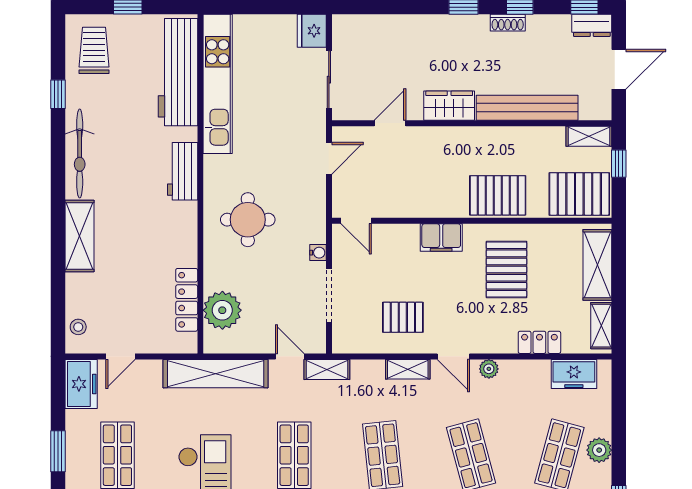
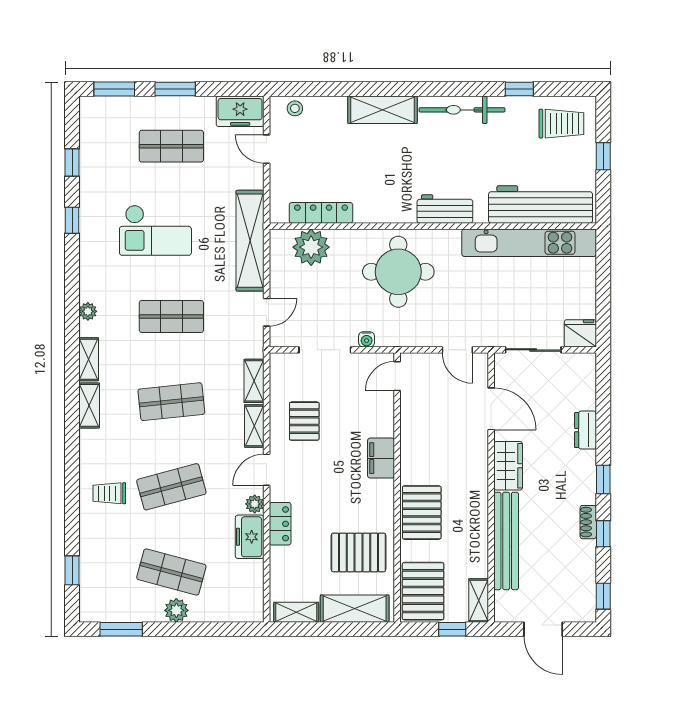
dresser: (592, 25) -> (586, 430), moved
door: (390, 123) -> (491, 409), width x1.38
round table: (248, 220) -> (398, 272), width x1.36, depth x1.36
pallet: (506, 270) -> (359, 552), moved
locker: (539, 342) -> (280, 524), moved
shelving: (327, 369) -> (254, 381), moved
freezer: (574, 374) -> (250, 537), moved

